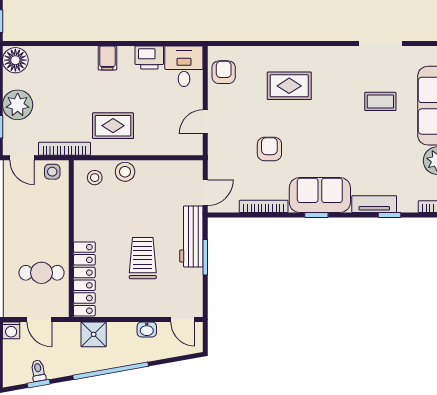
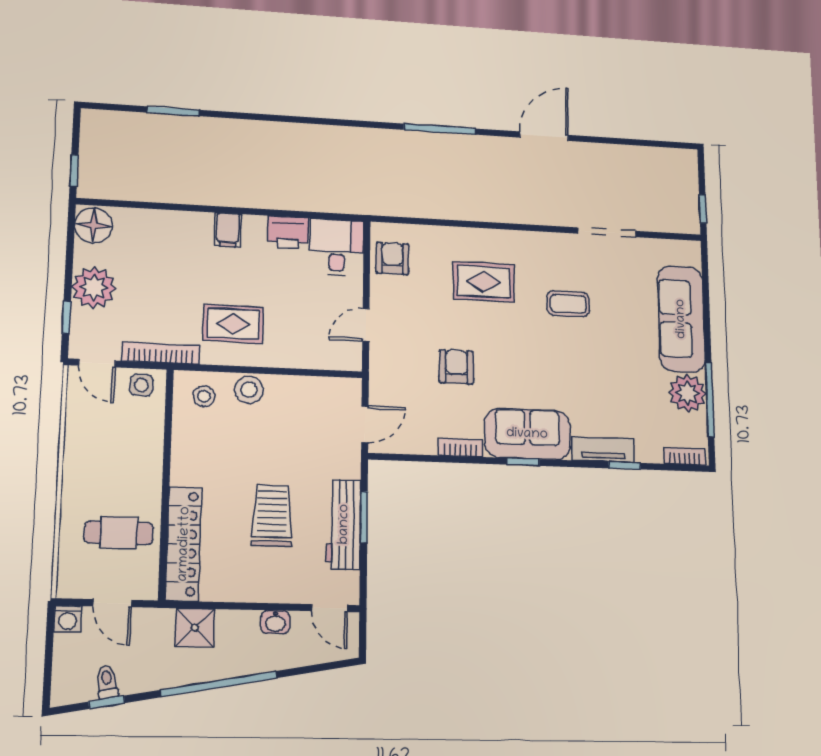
coffee table: (380, 101) -> (568, 304), moved
bookcase: (264, 206) -> (461, 447), width x0.64
workbench: (191, 236) -> (344, 524), moved

